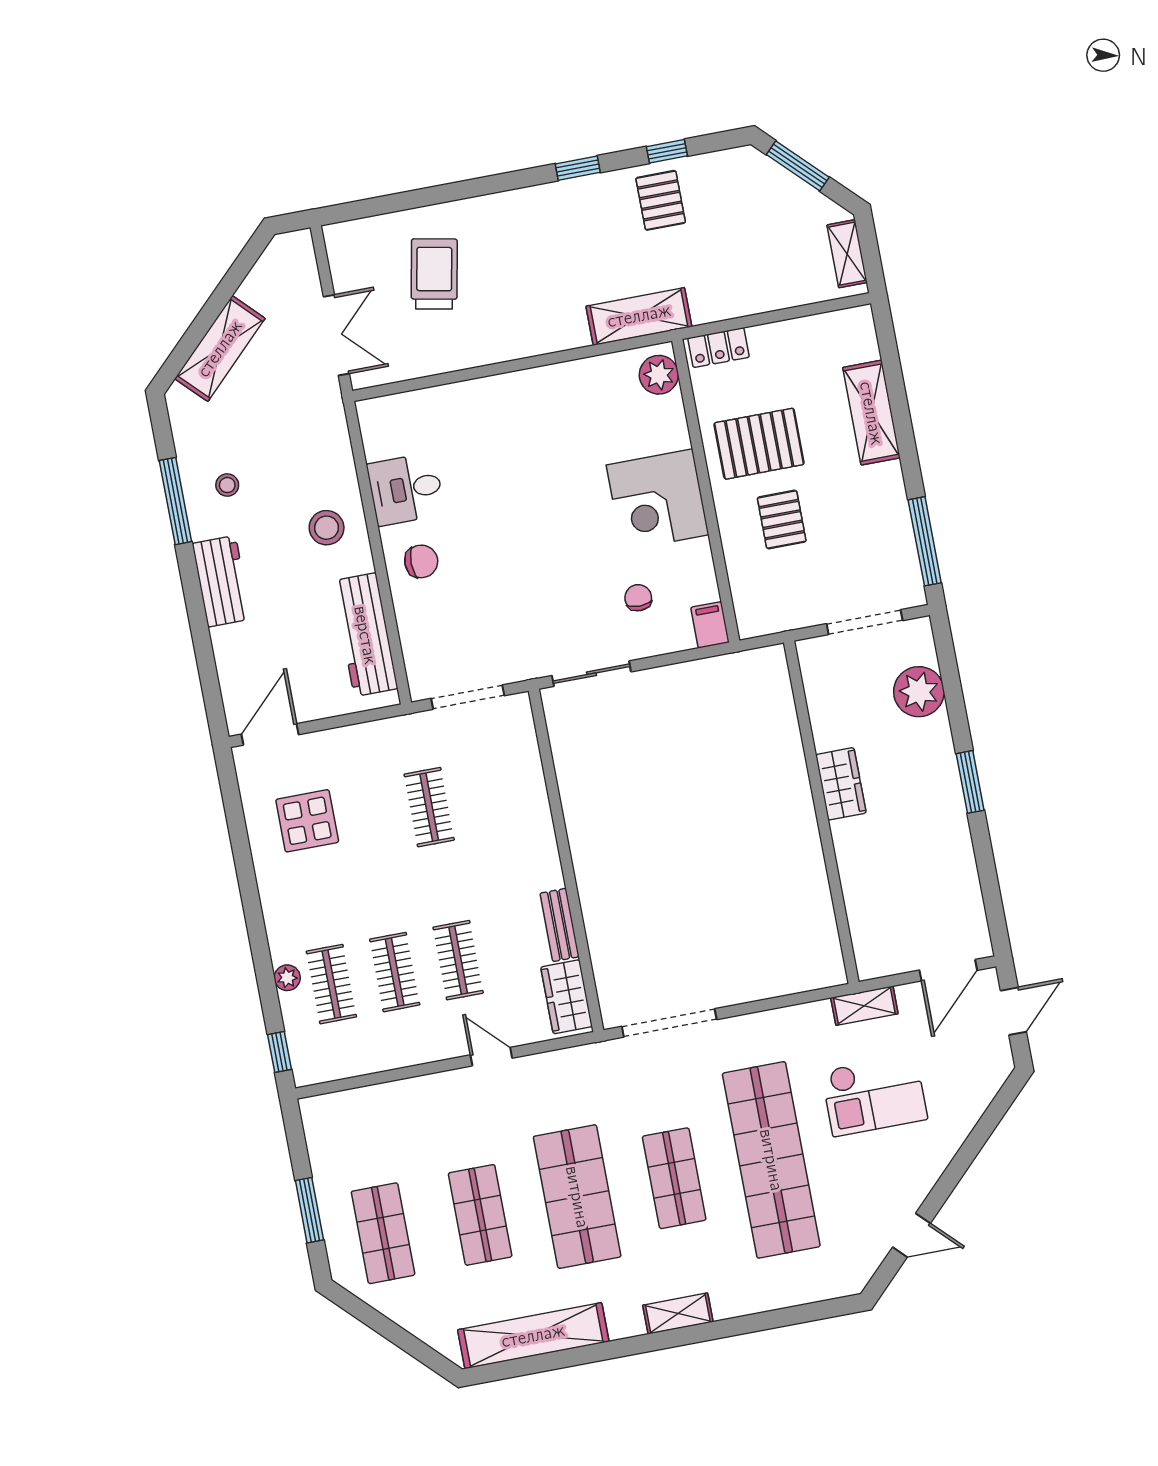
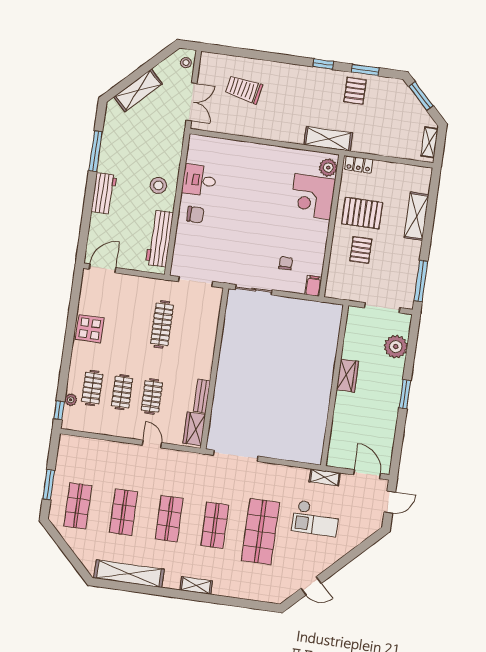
window: (667, 151) -> (365, 70), width x1.50
trolley: (434, 274) -> (244, 89), turned -90
stool: (227, 485) -> (186, 63), moved
corner desk: (658, 500) -> (313, 197), moved
clothes rail: (429, 807) -> (162, 324), width x1.36
display table: (307, 821) -> (90, 329), moved
door: (948, 970) -> (367, 474), swing flipped
plant: (287, 978) -> (71, 400), moved
shop shelf: (771, 1160) -> (260, 532), width x0.71
shop shelf: (577, 1197) -> (169, 519), width x0.70, depth x0.74

